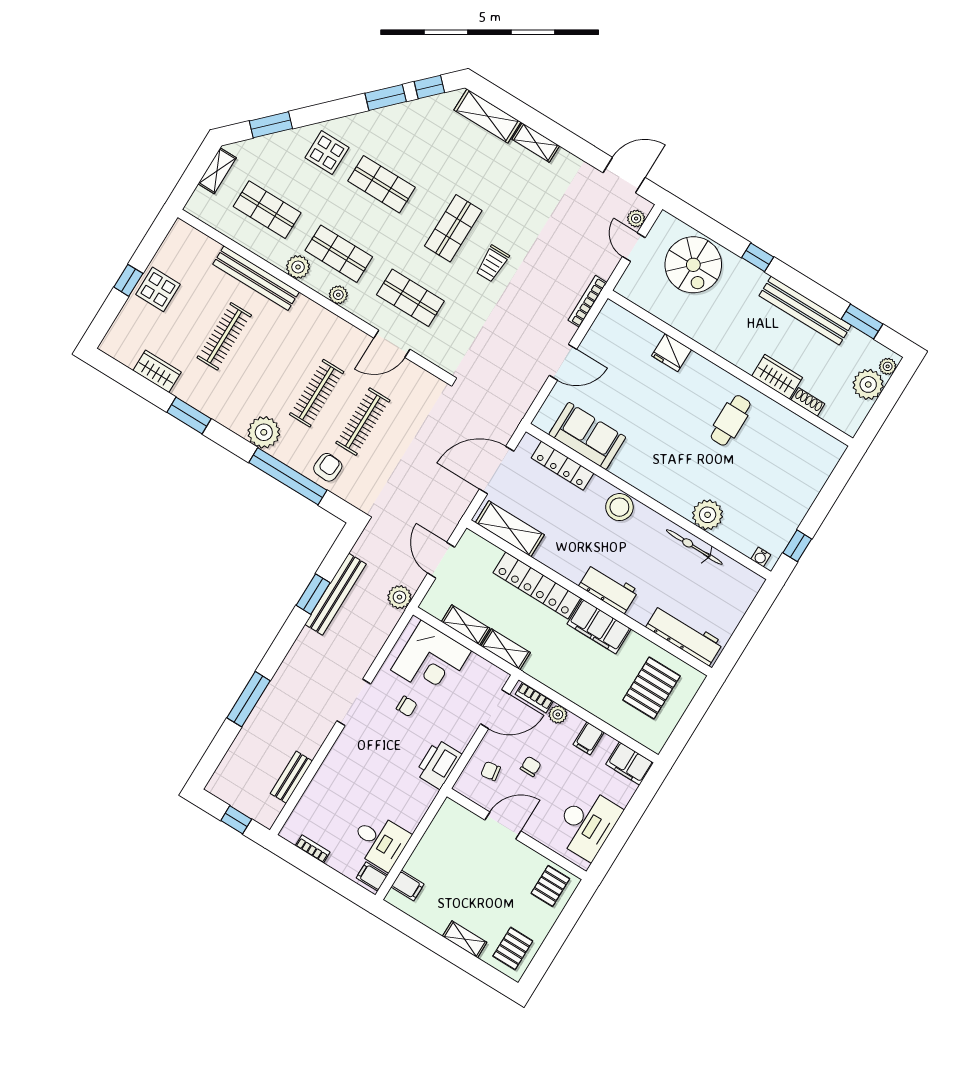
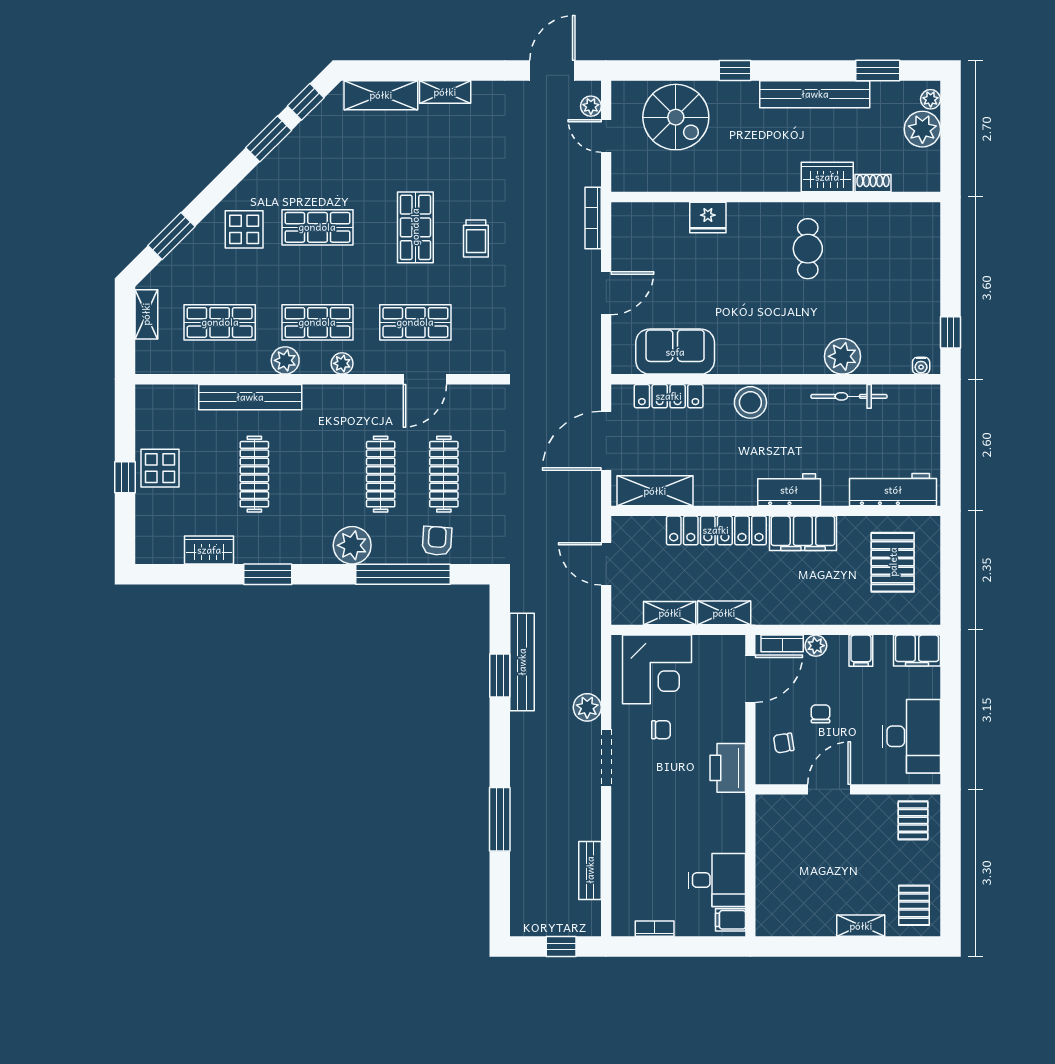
plant: (399, 597) -> (587, 707), moved
filing cabinet: (407, 886) -> (771, 907), removed

